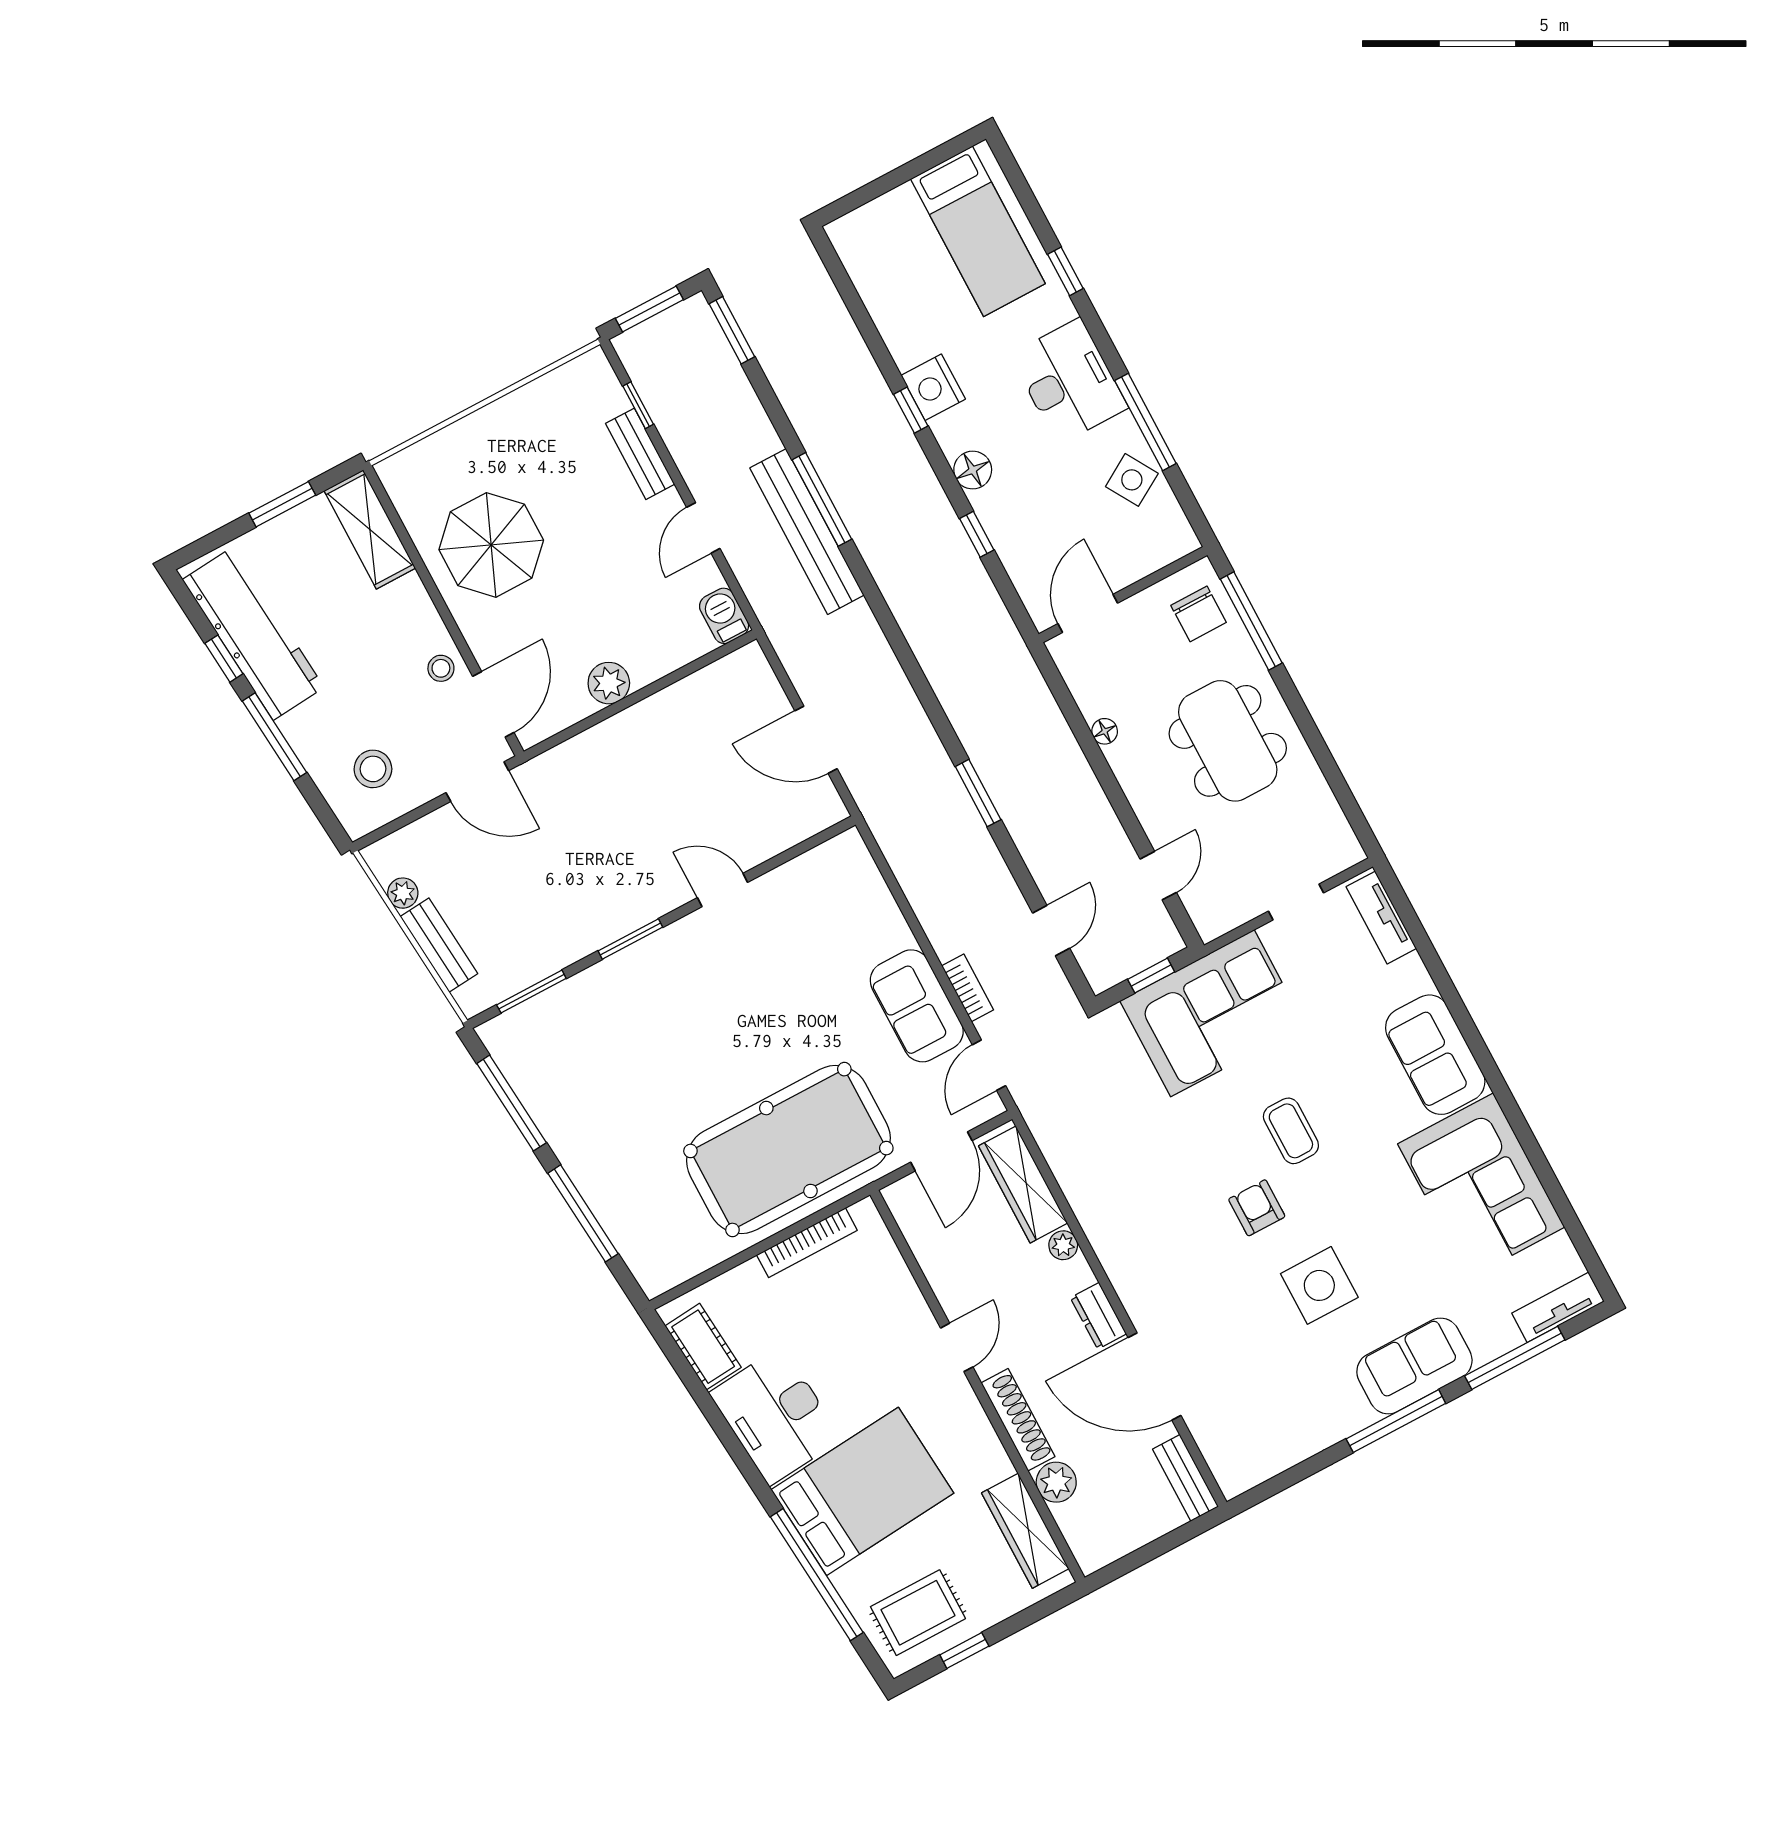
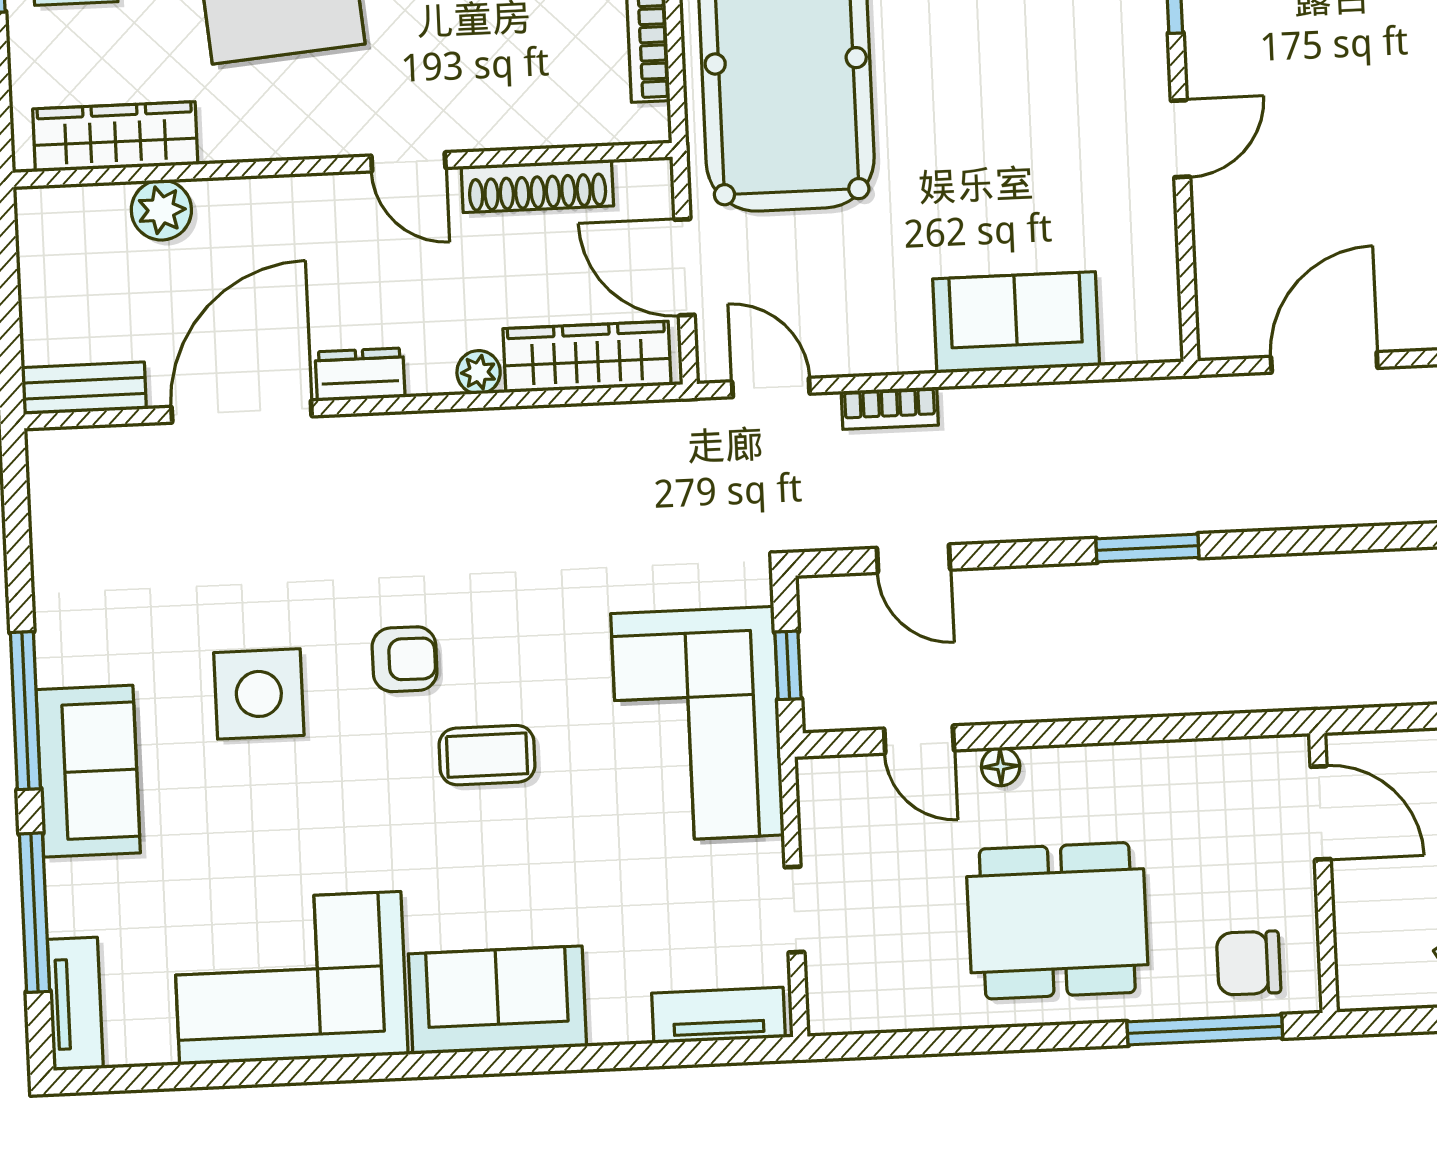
floor lamp: (1105, 731) -> (1001, 767), moved
sofa: (917, 1006) -> (1016, 322), moved
shoe rack: (1018, 1420) -> (537, 186), moved

